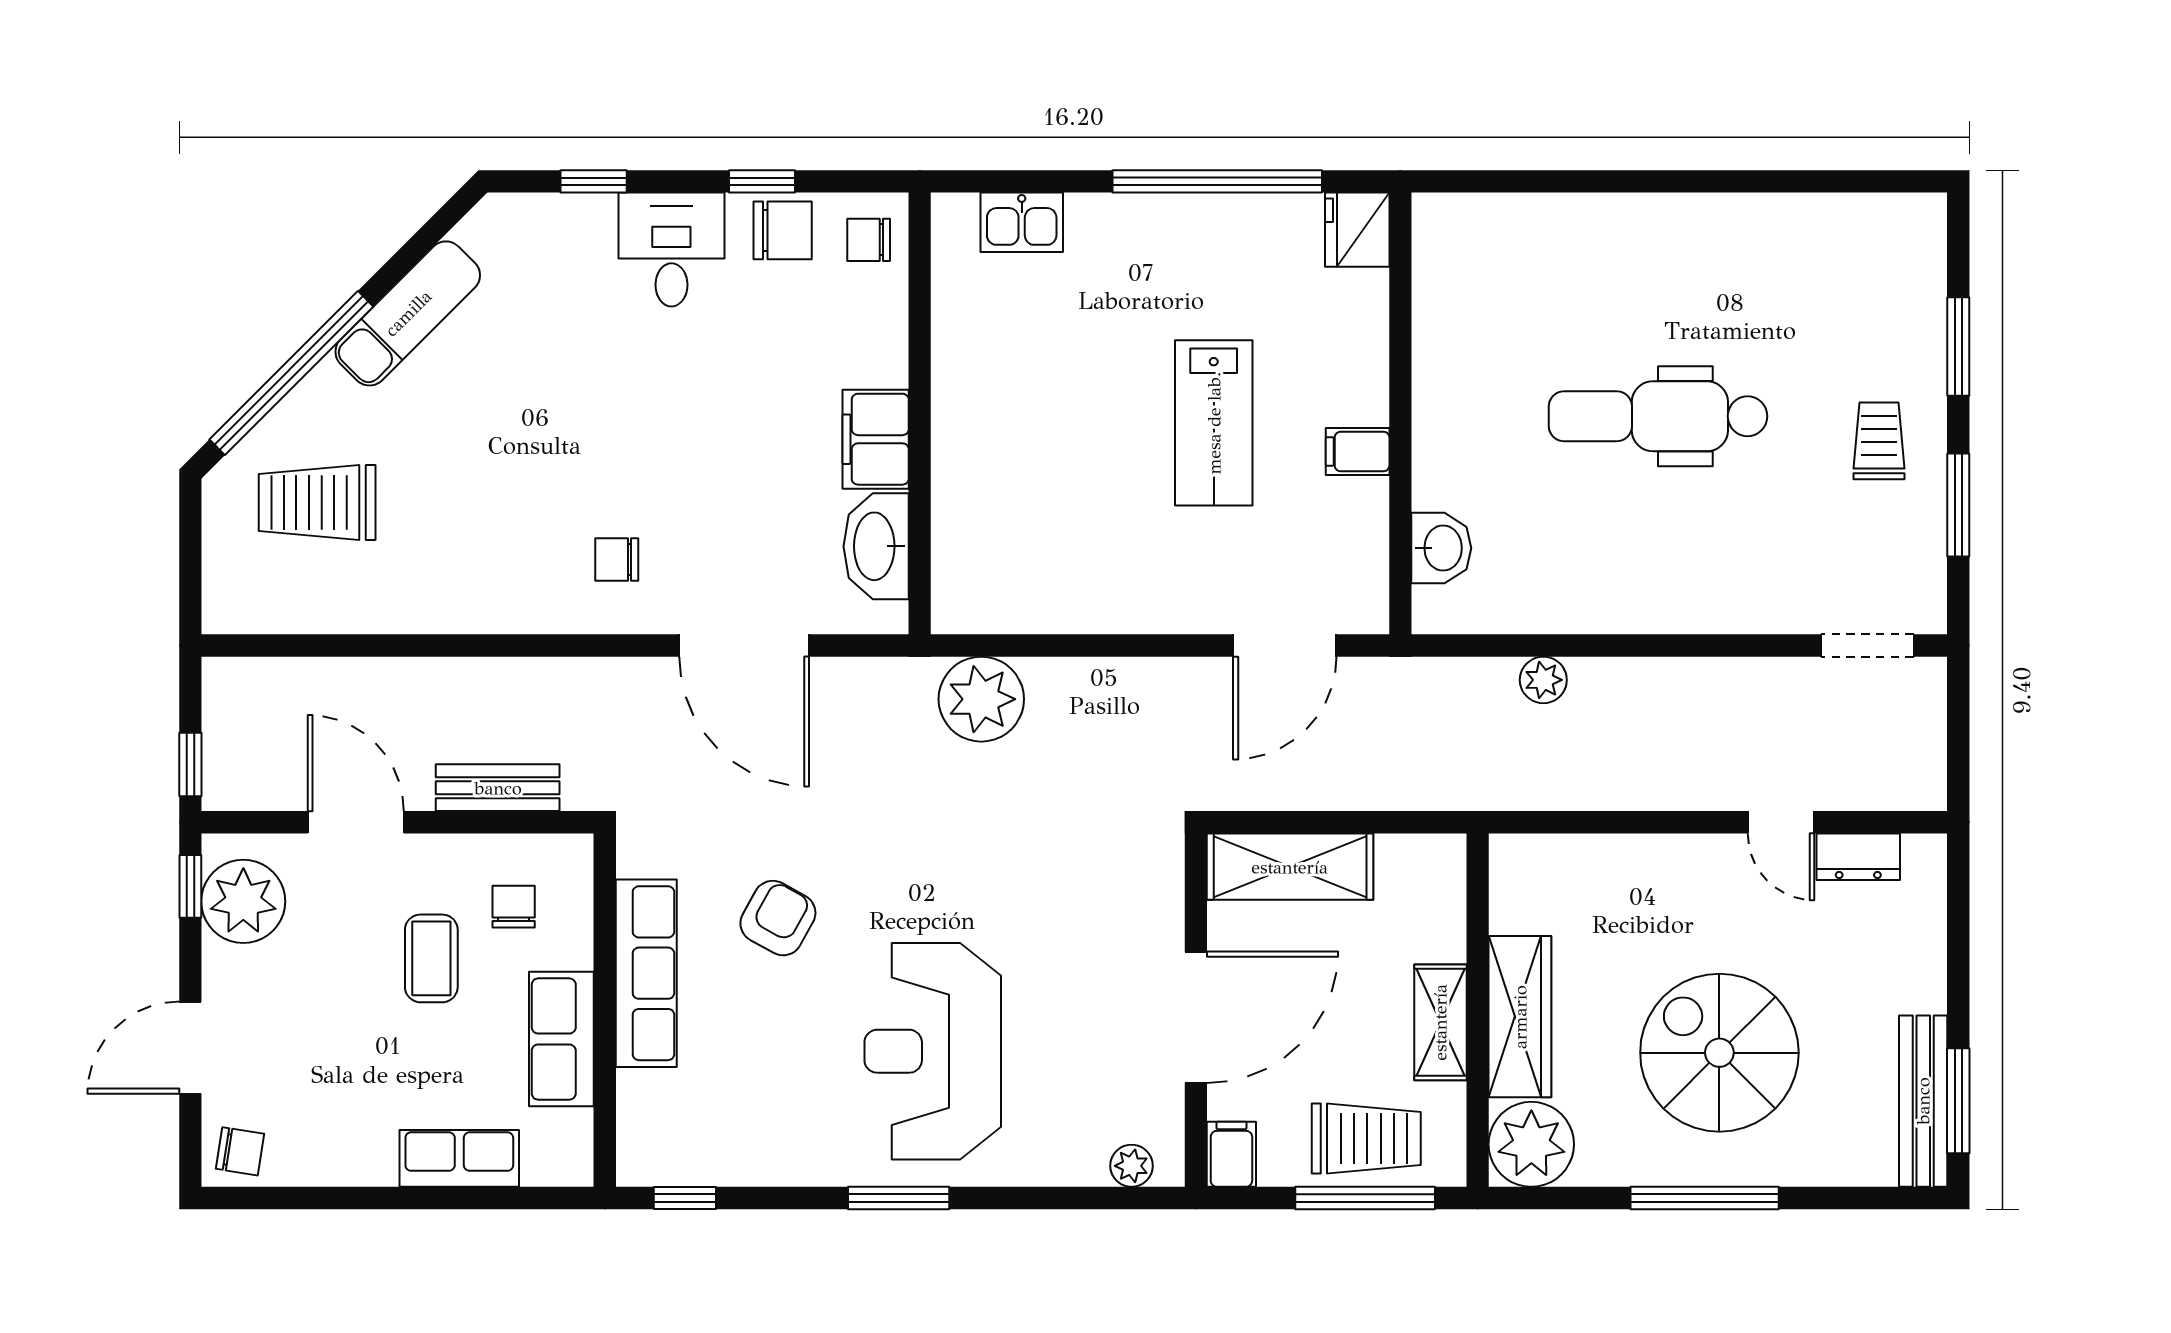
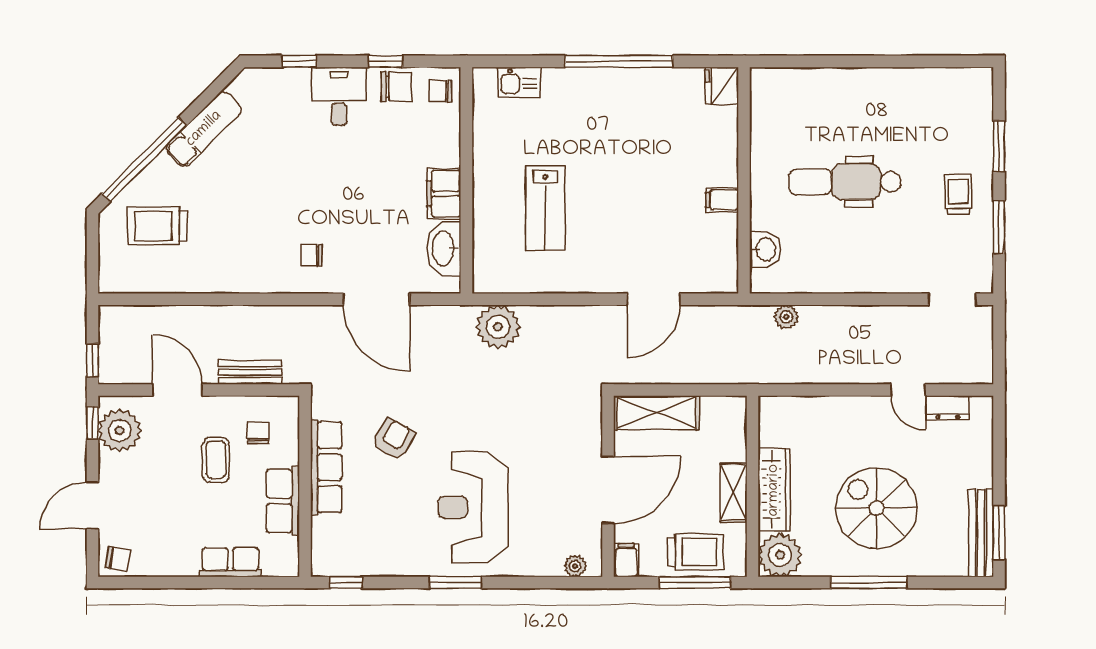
fridge: (1357, 230) -> (722, 86), moved
wall: (1400, 413) -> (744, 180), moved
lab bench: (1214, 423) -> (545, 208), moved
filing cabinet: (1358, 452) -> (722, 200), moved
washbasin: (1441, 548) -> (765, 249), moved

